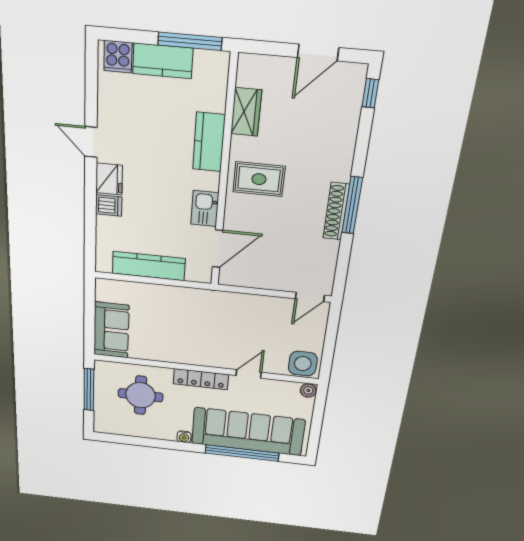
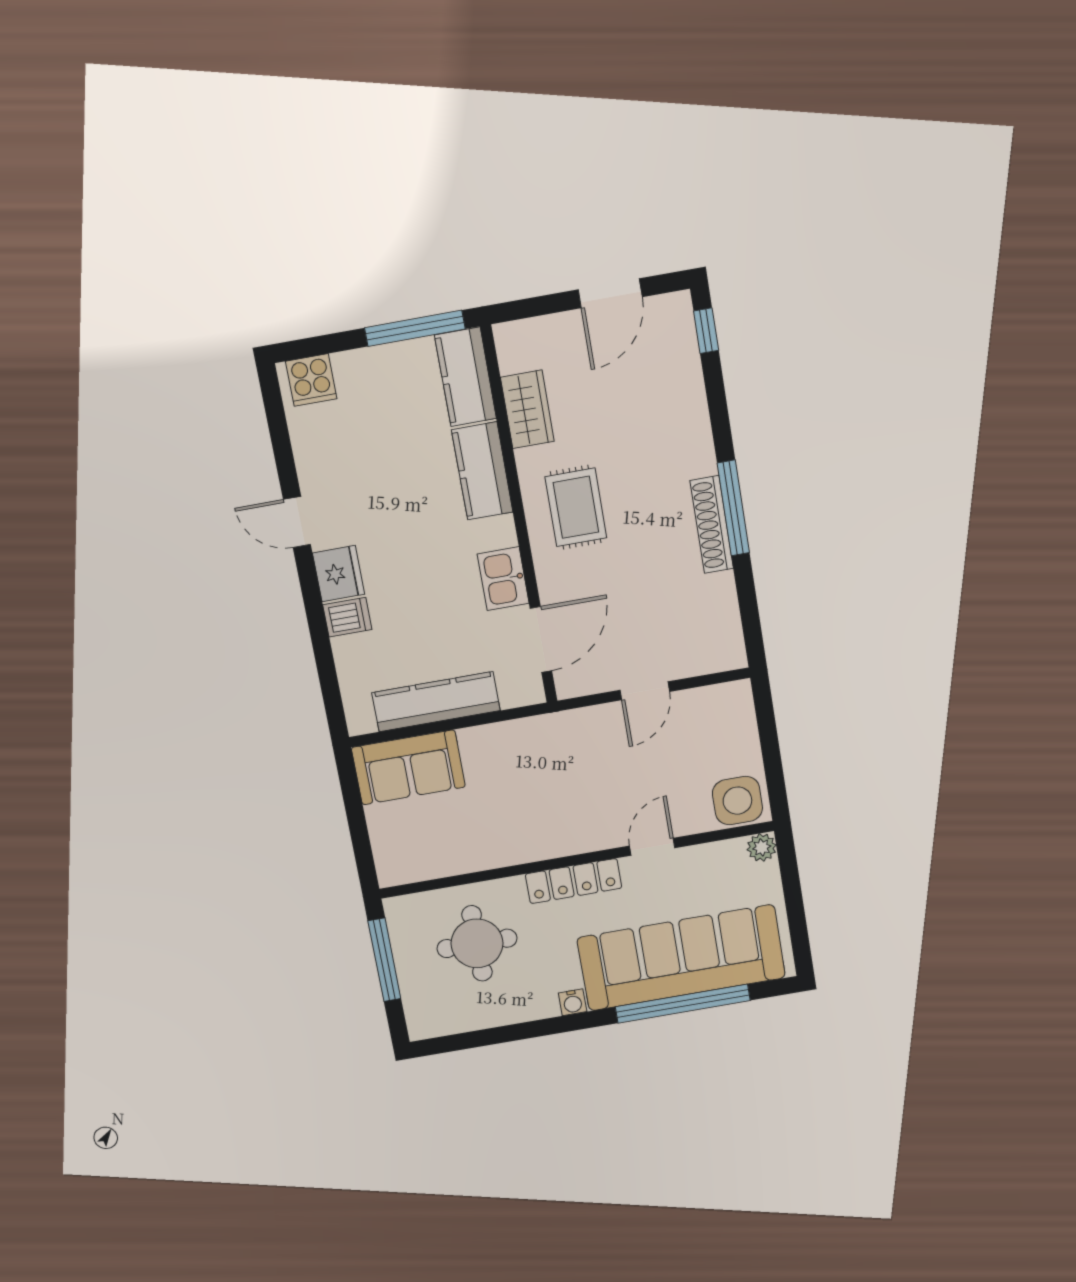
kitchen counter: (163, 61) -> (466, 377), moved, turned 90
rug: (259, 179) -> (576, 507), turned 90
door: (310, 297) -> (645, 691), moved
sofa: (111, 330) -> (408, 767), moved, turned 90

